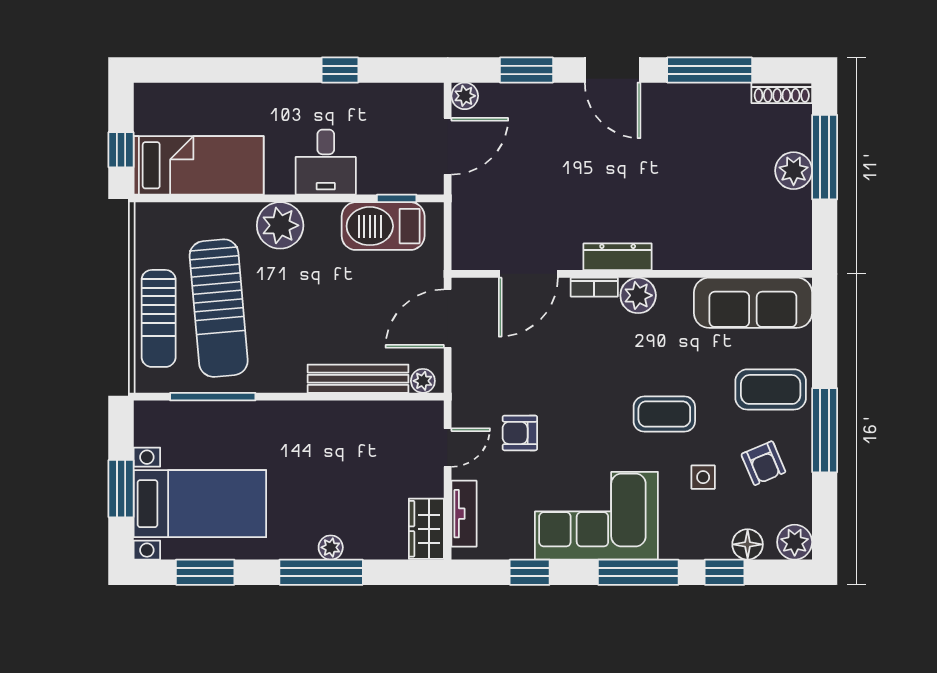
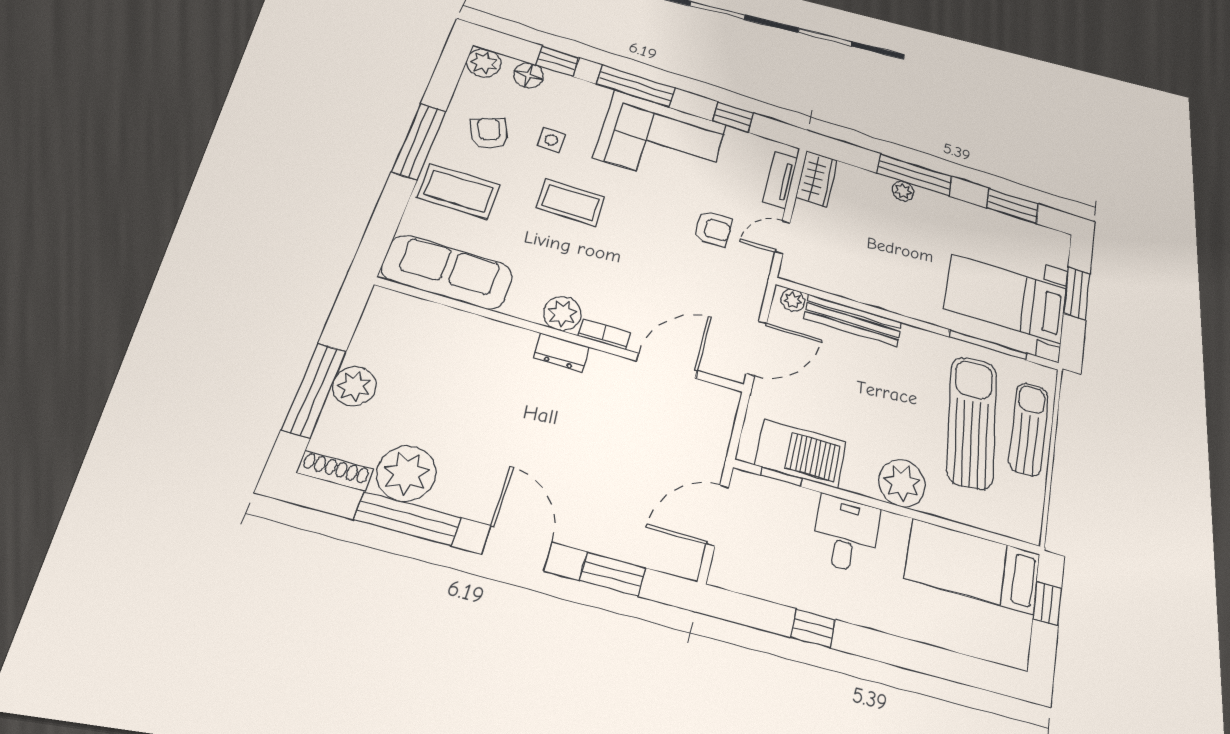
plant: (465, 96) -> (406, 473), moved, width x1.88, depth x1.88
dresser: (618, 257) -> (561, 353), width x0.70
bed with nightstands: (200, 504) -> (1006, 299), moved

